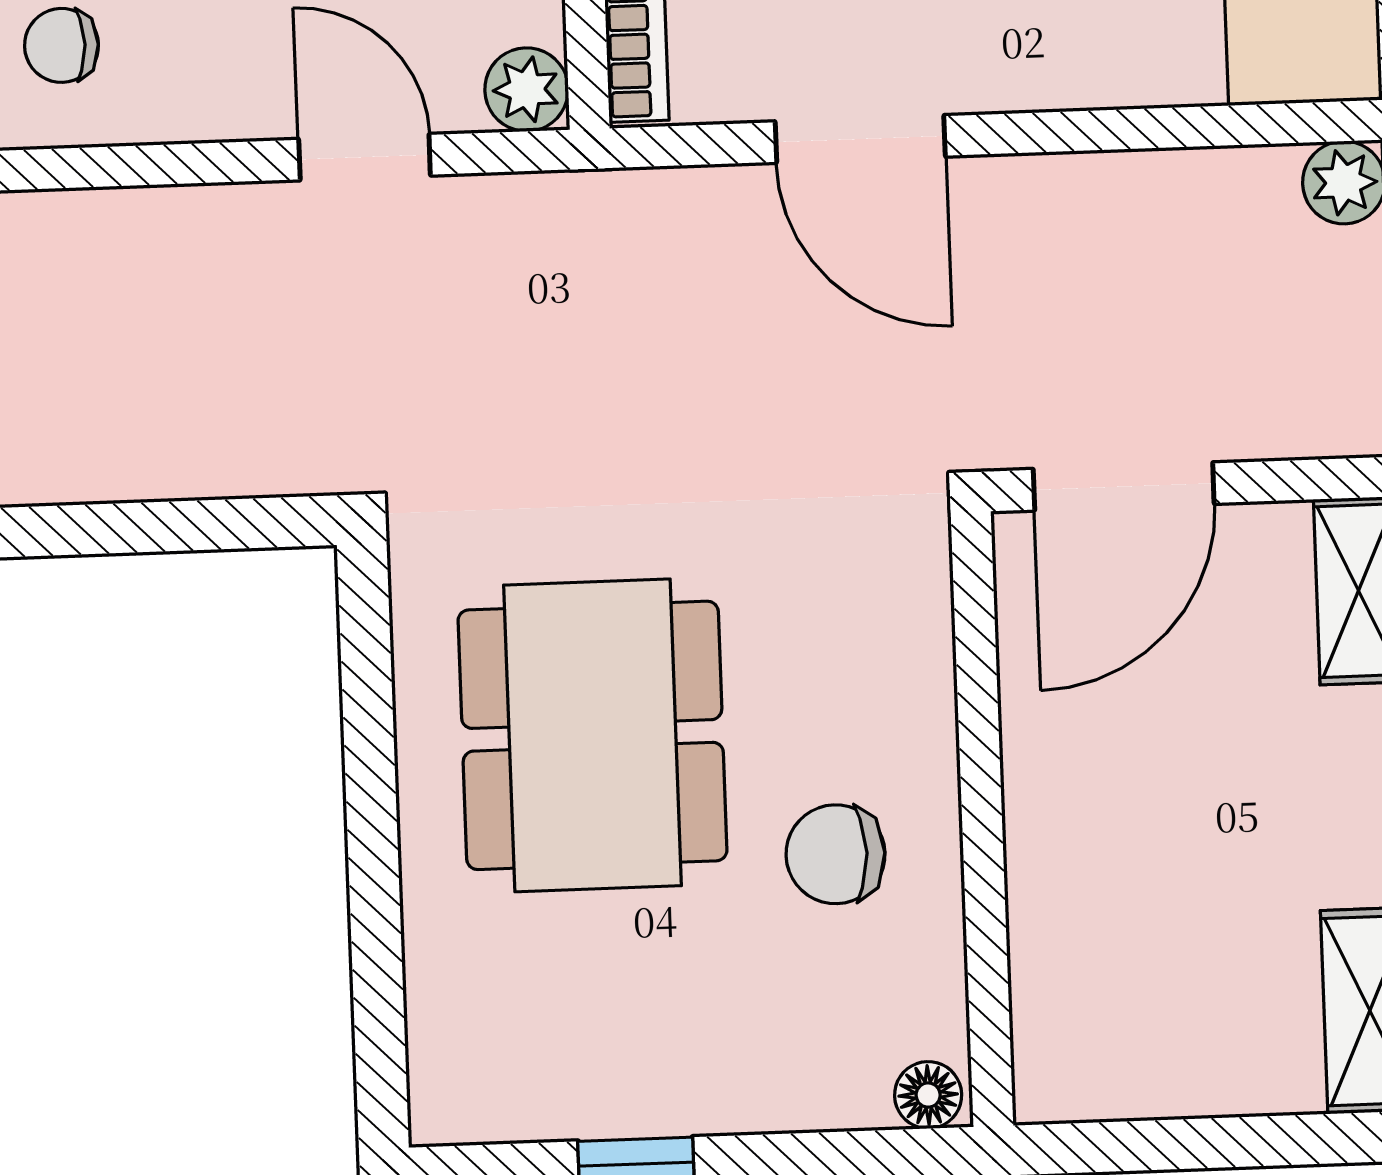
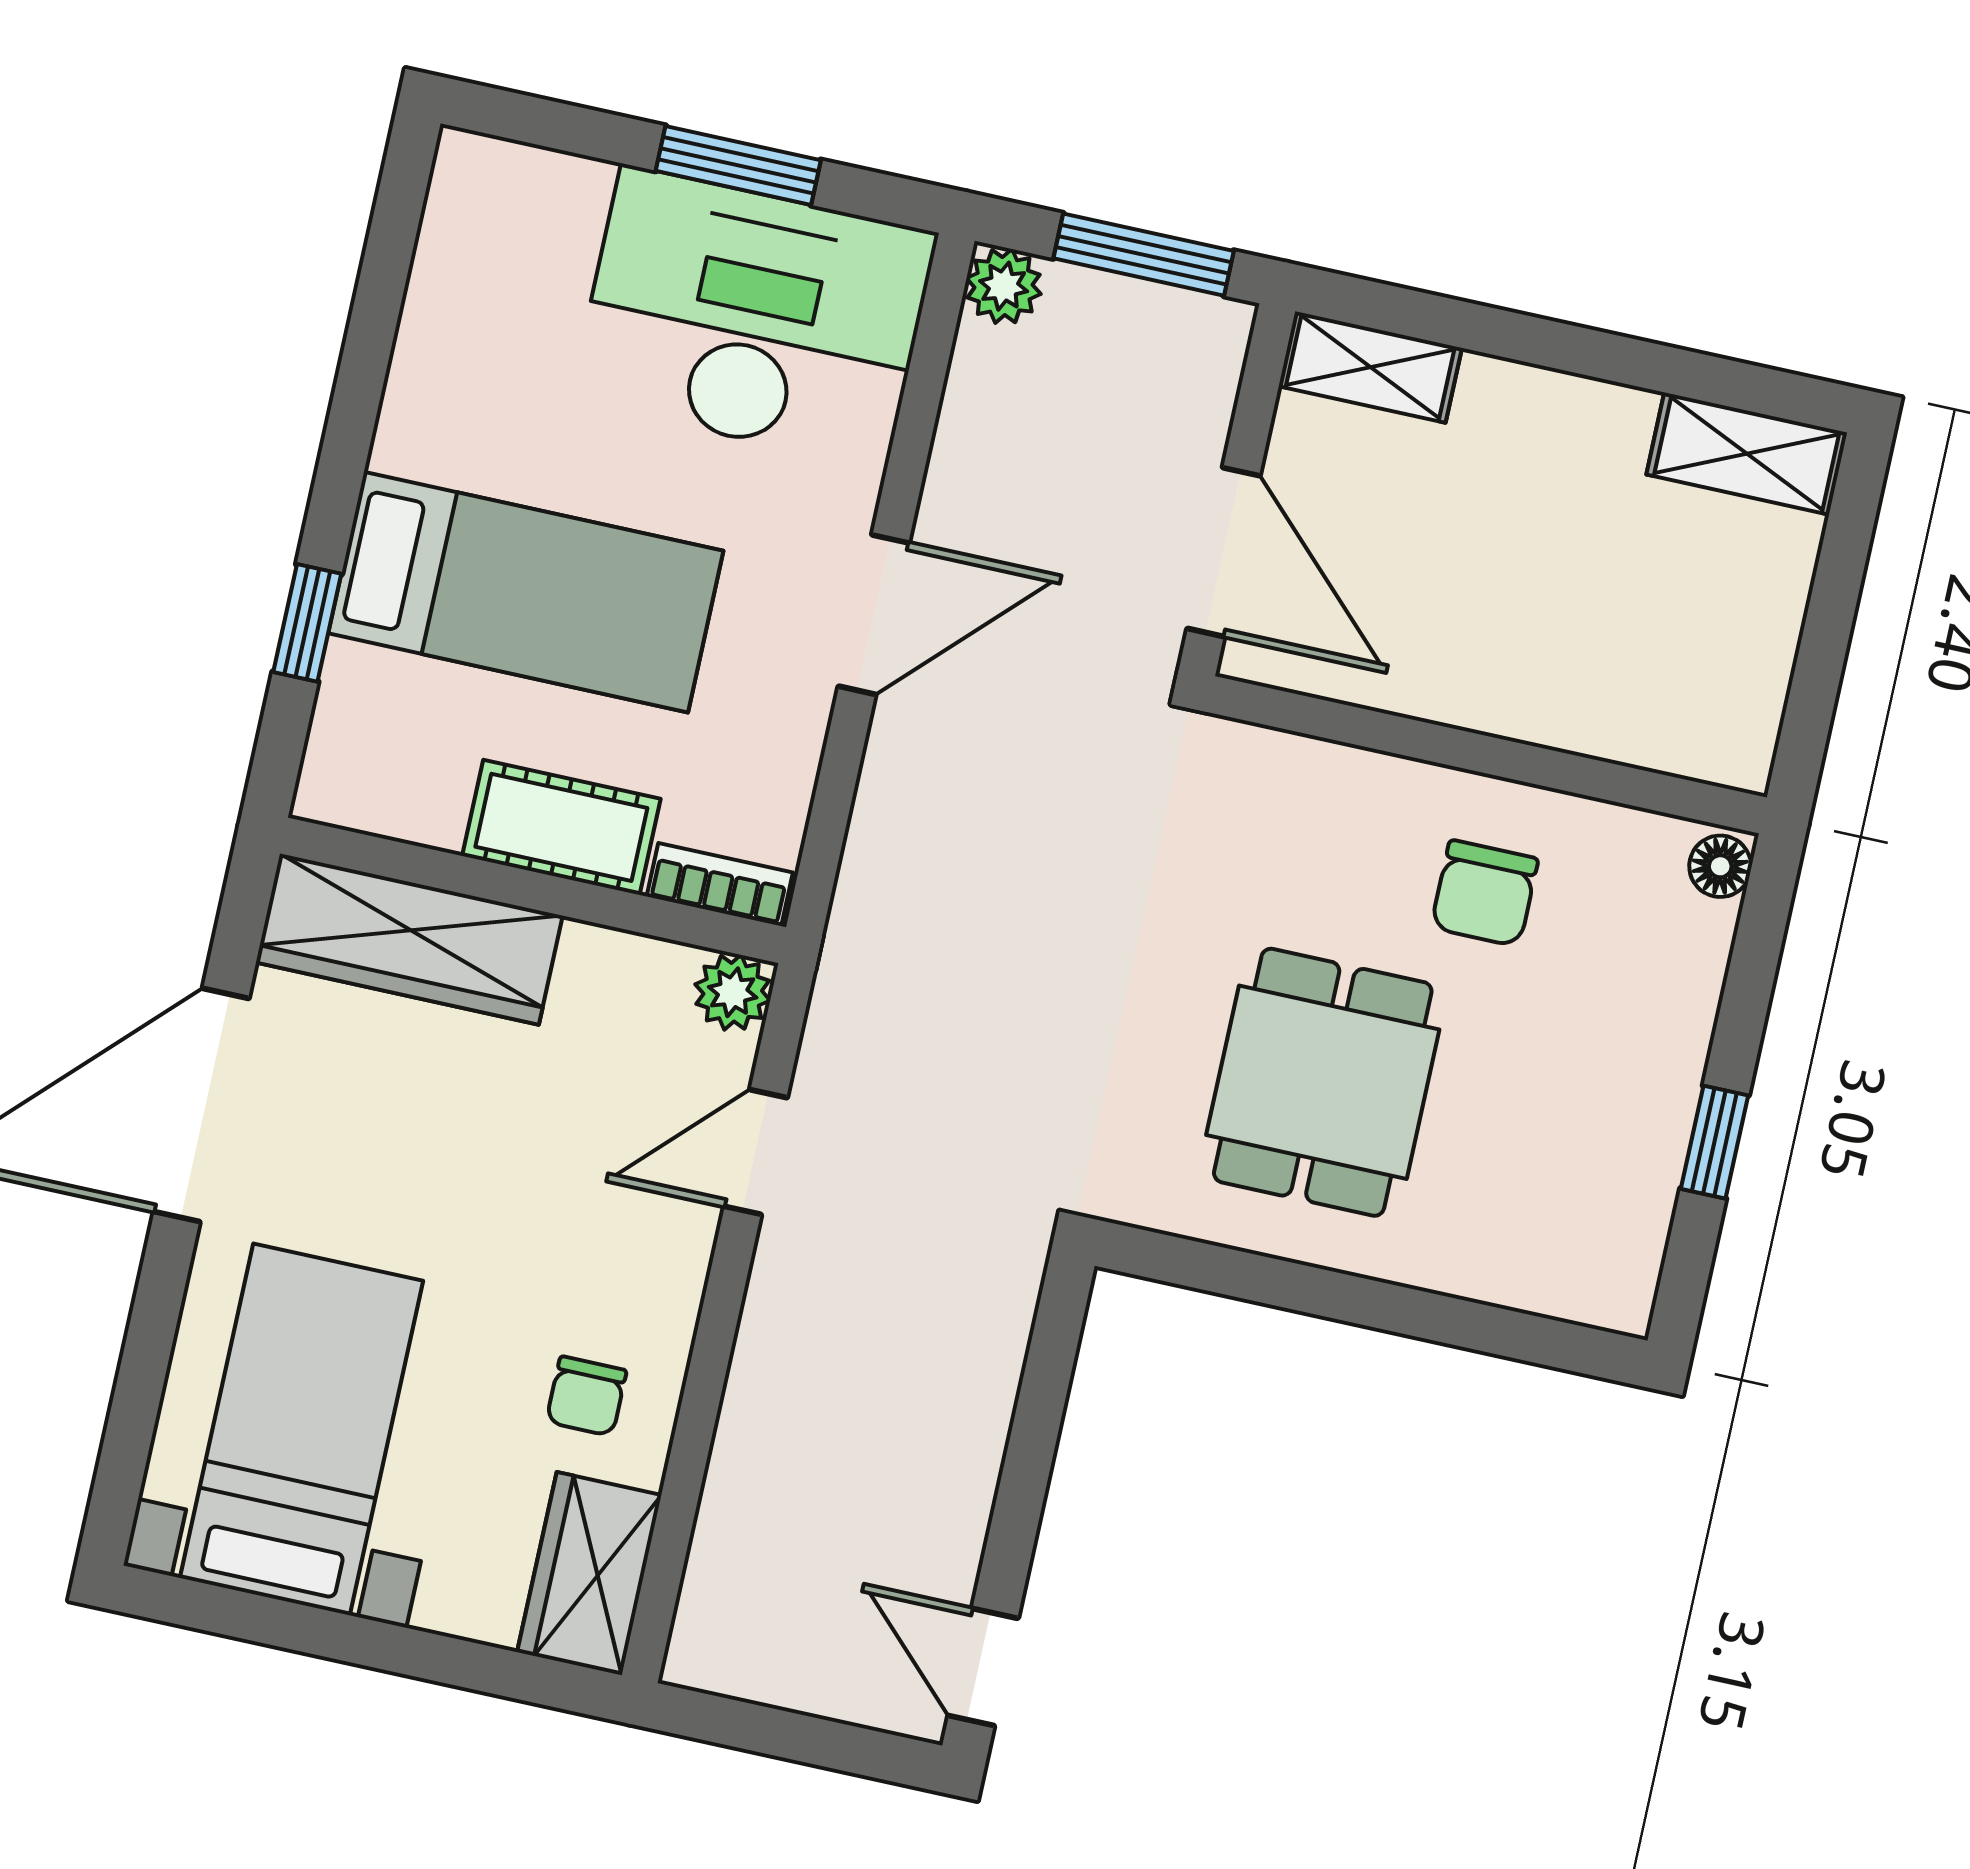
door: (860, 139) -> (874, 615), moved
dining table: (593, 735) -> (1323, 1082), width x0.73

